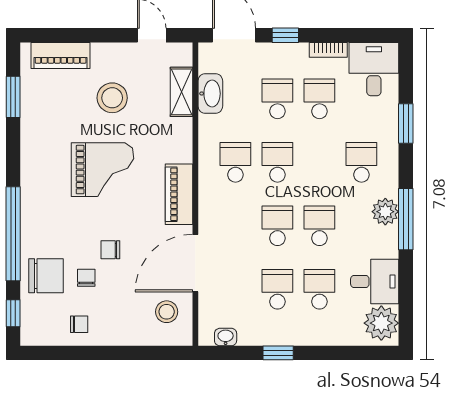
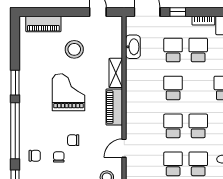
shelving: (181, 92) -> (116, 73), moved
window: (13, 97) -> (15, 83), moved
school desk: (235, 162) -> (148, 88), removed
grand piano: (103, 170) -> (68, 92), turned -90
door: (195, 263) -> (124, 148), width x0.53
chair: (46, 276) -> (35, 156), width x0.54, depth x0.54

